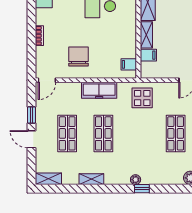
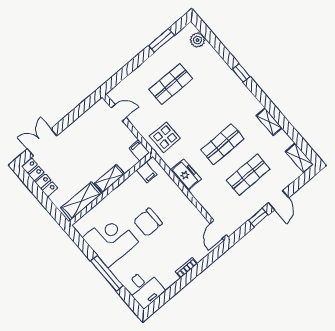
filing cabinet: (148, 55) -> (139, 150), moved
chair: (78, 57) -> (148, 222), moved
door: (47, 80) -> (218, 229), swing flipped
freezer: (99, 90) -> (186, 175), width x0.71
plant: (136, 180) -> (238, 85), removed

